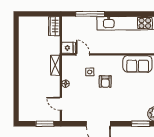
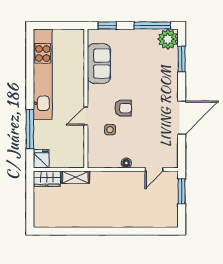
fridge: (69, 48) -> (41, 159), moved
door: (83, 54) -> (86, 116), moved
shelving: (55, 65) -> (75, 177), moved

